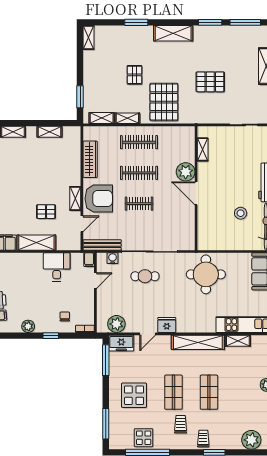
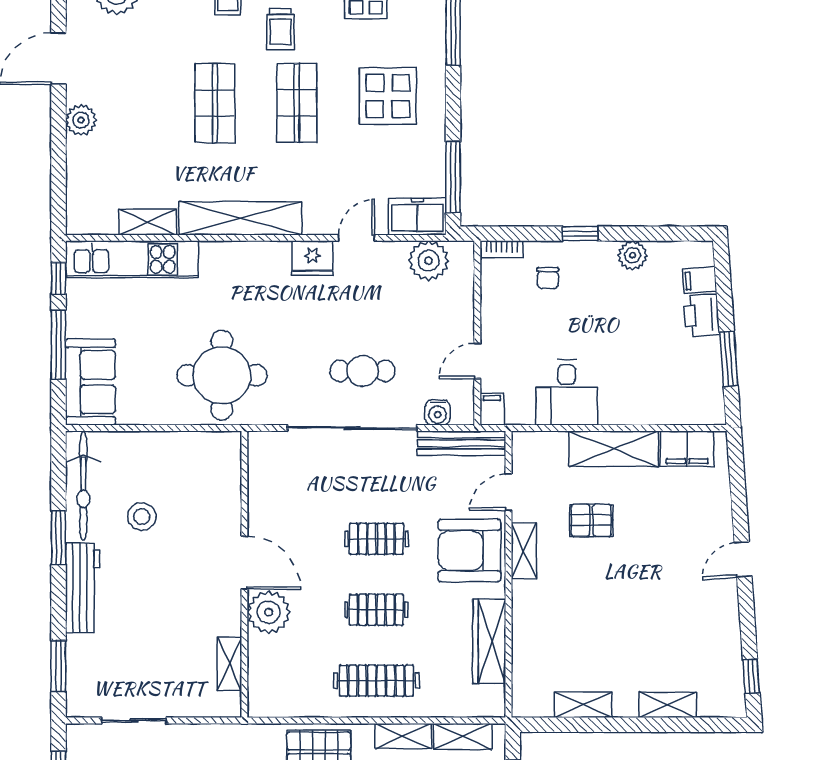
clothes rail: (139, 173) -> (376, 610), width x0.73

